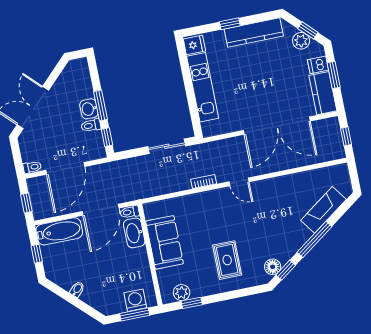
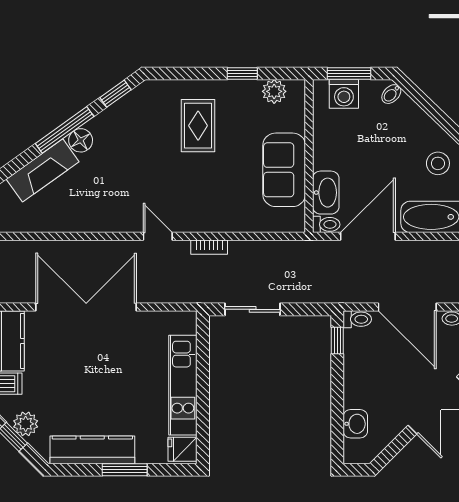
window: (230, 24) -> (125, 470), width x1.50
window: (101, 105) -> (337, 389), removed
washbasin: (89, 109) -> (355, 424), moved
toilet: (91, 125) -> (357, 319), moved
door: (65, 168) -> (407, 307), swing flipped
stool: (64, 267) -> (438, 163), added
floor lamp: (273, 267) -> (81, 140), moved
bidet: (77, 289) -> (391, 94), moved
window: (192, 303) -> (242, 74), moved

